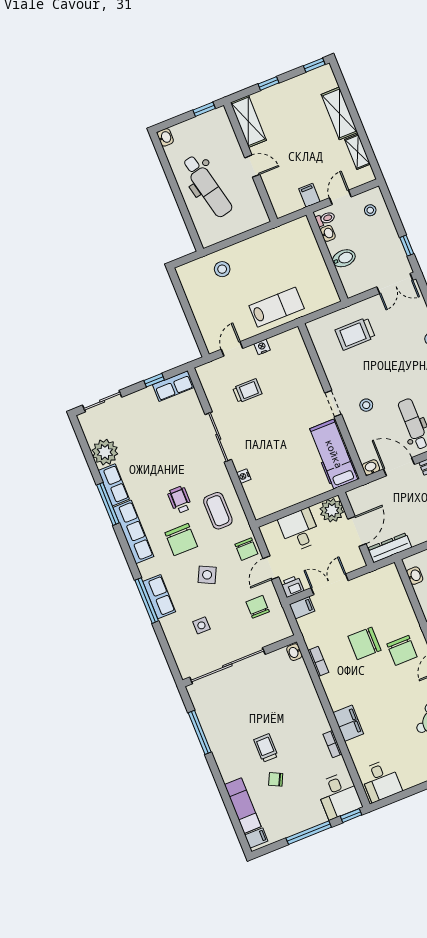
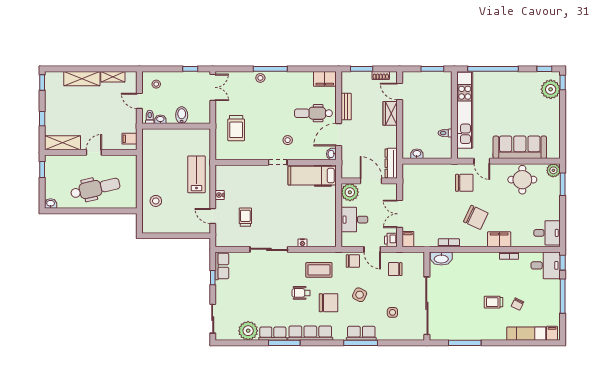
filing cabinet: (309, 195) -> (129, 139), moved
chair: (365, 643) -> (476, 217), moved, turned -65
washbasin: (294, 652) -> (441, 259), width x1.91, depth x1.45

